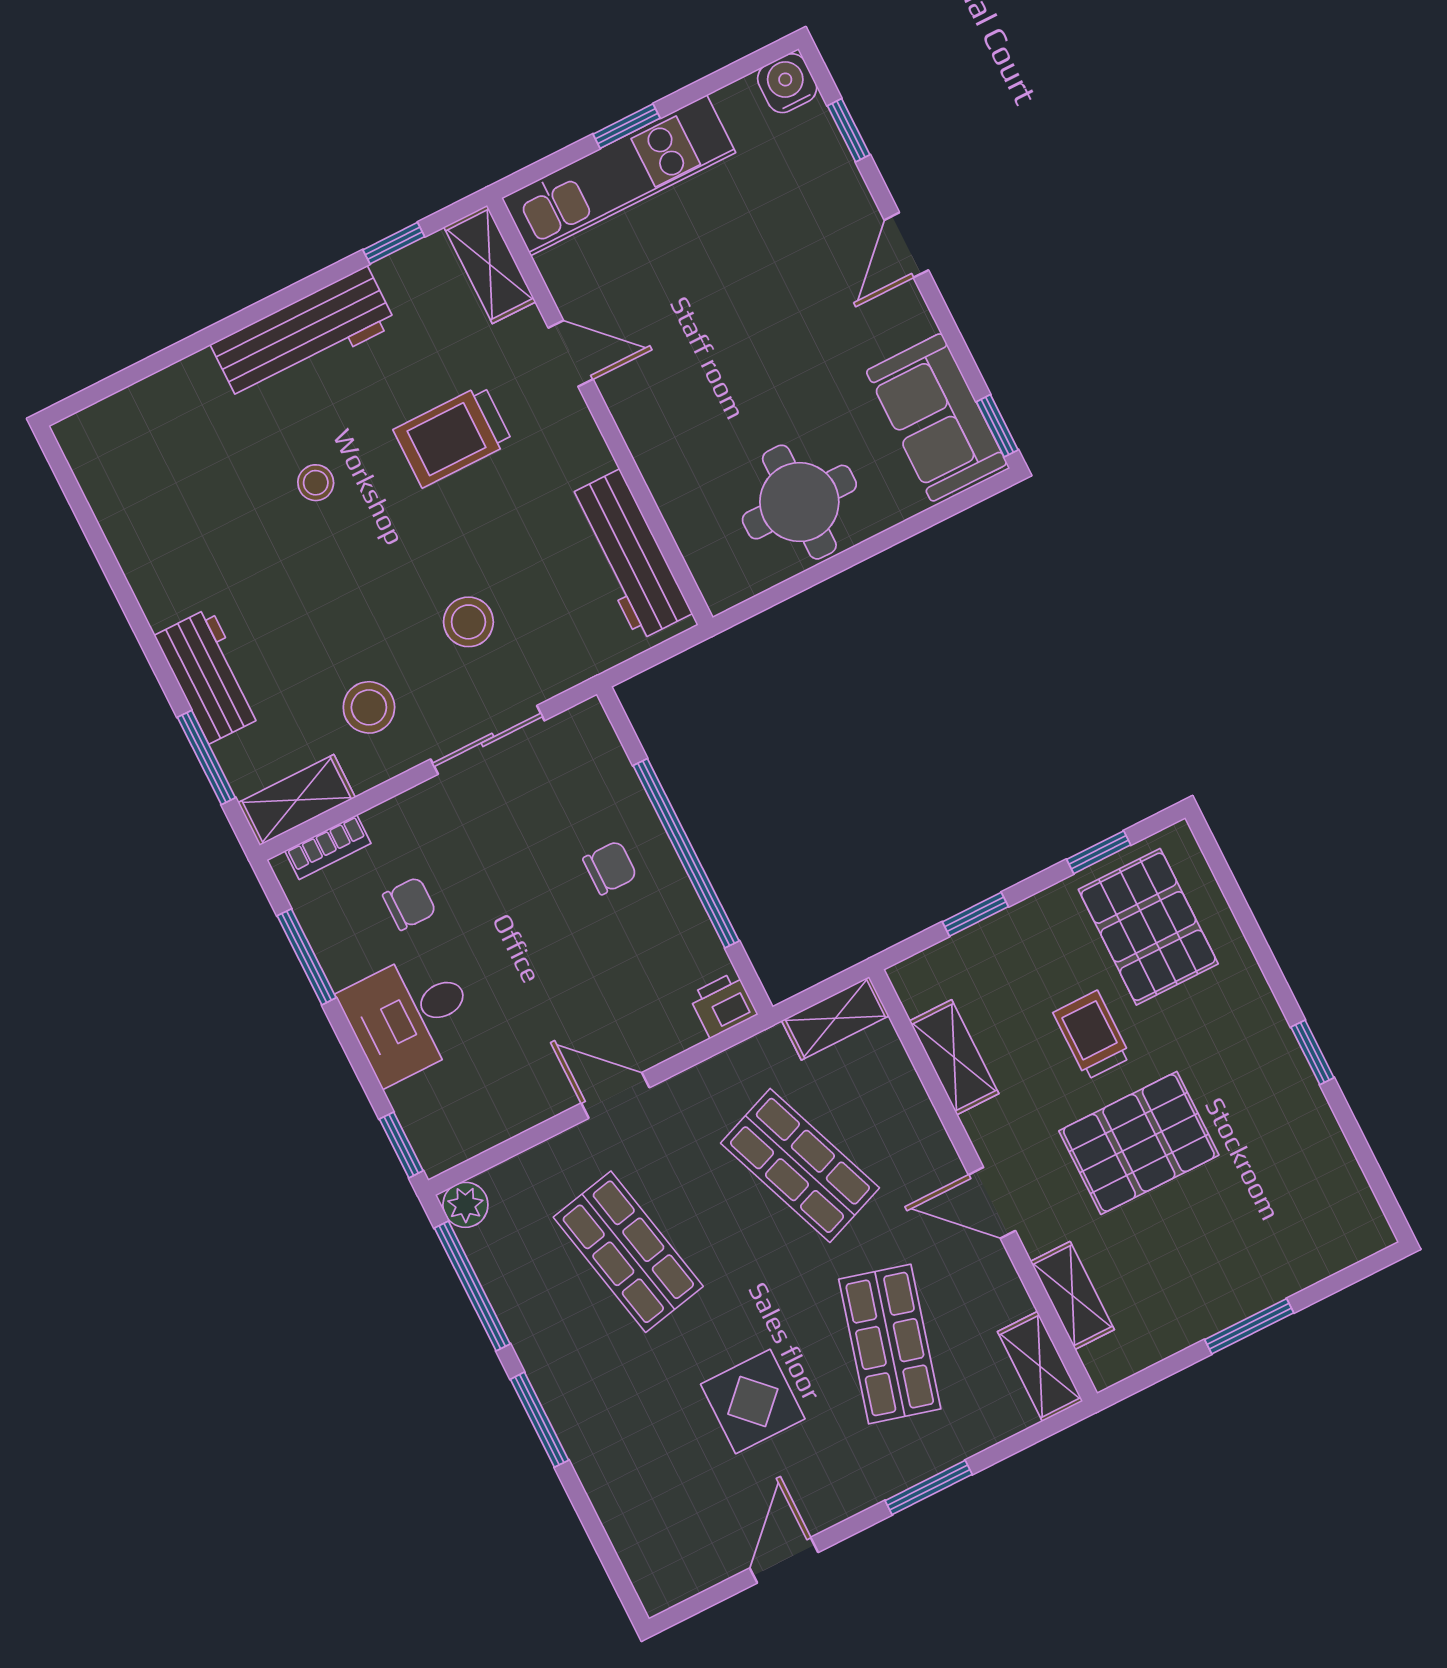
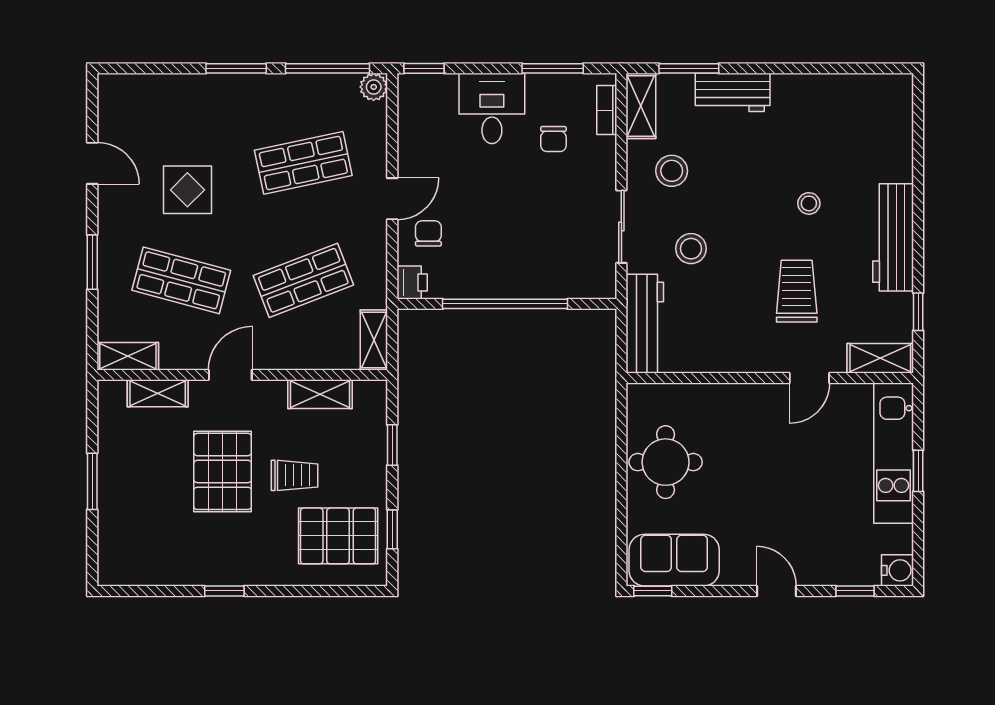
workbench: (629, 555) -> (645, 324), moved, turned 90
chair: (610, 868) -> (428, 233), moved, turned 180

